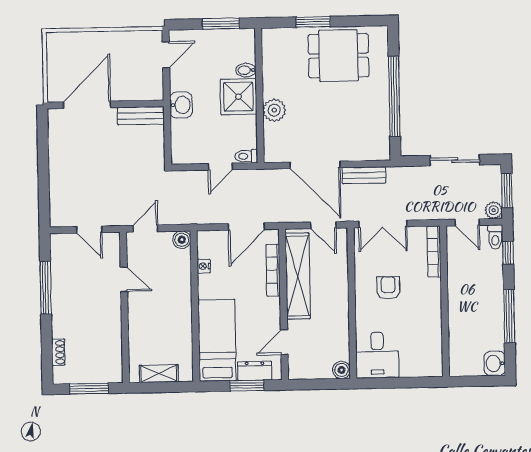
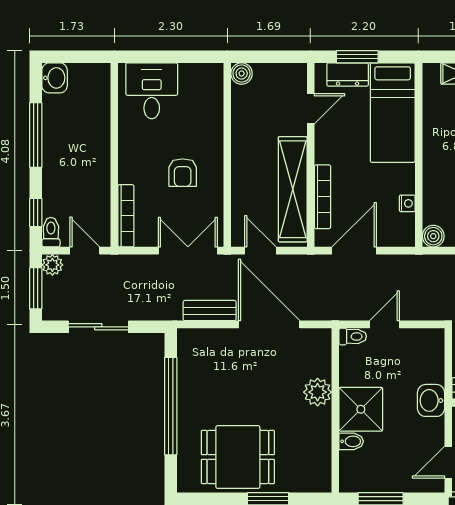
desk: (377, 355) -> (152, 91), moved

